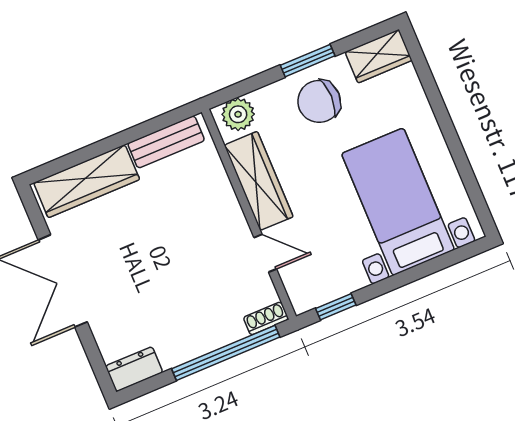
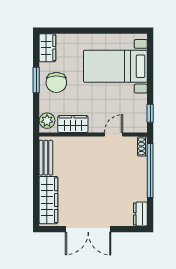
wardrobe: (259, 181) -> (73, 124), width x0.67

